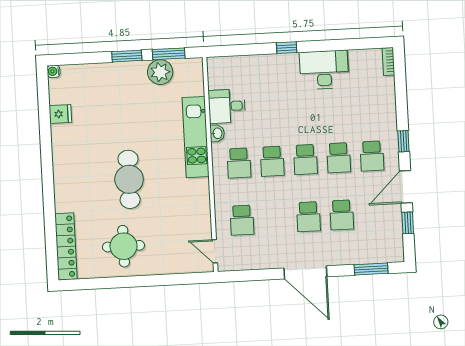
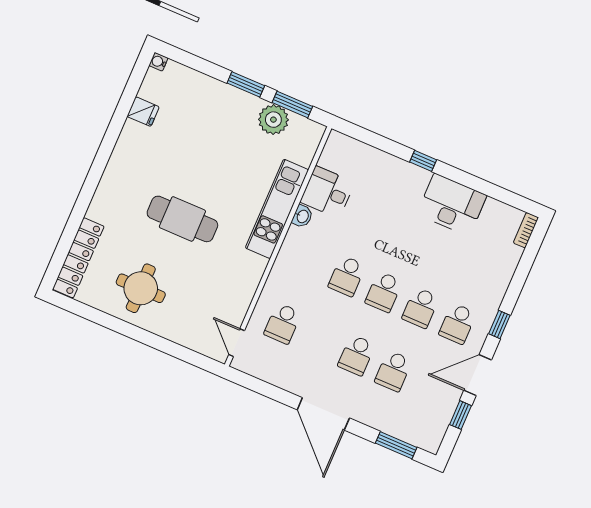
school desk: (239, 163) -> (310, 260), removed
cafe table: (129, 179) -> (182, 219), turned 90

